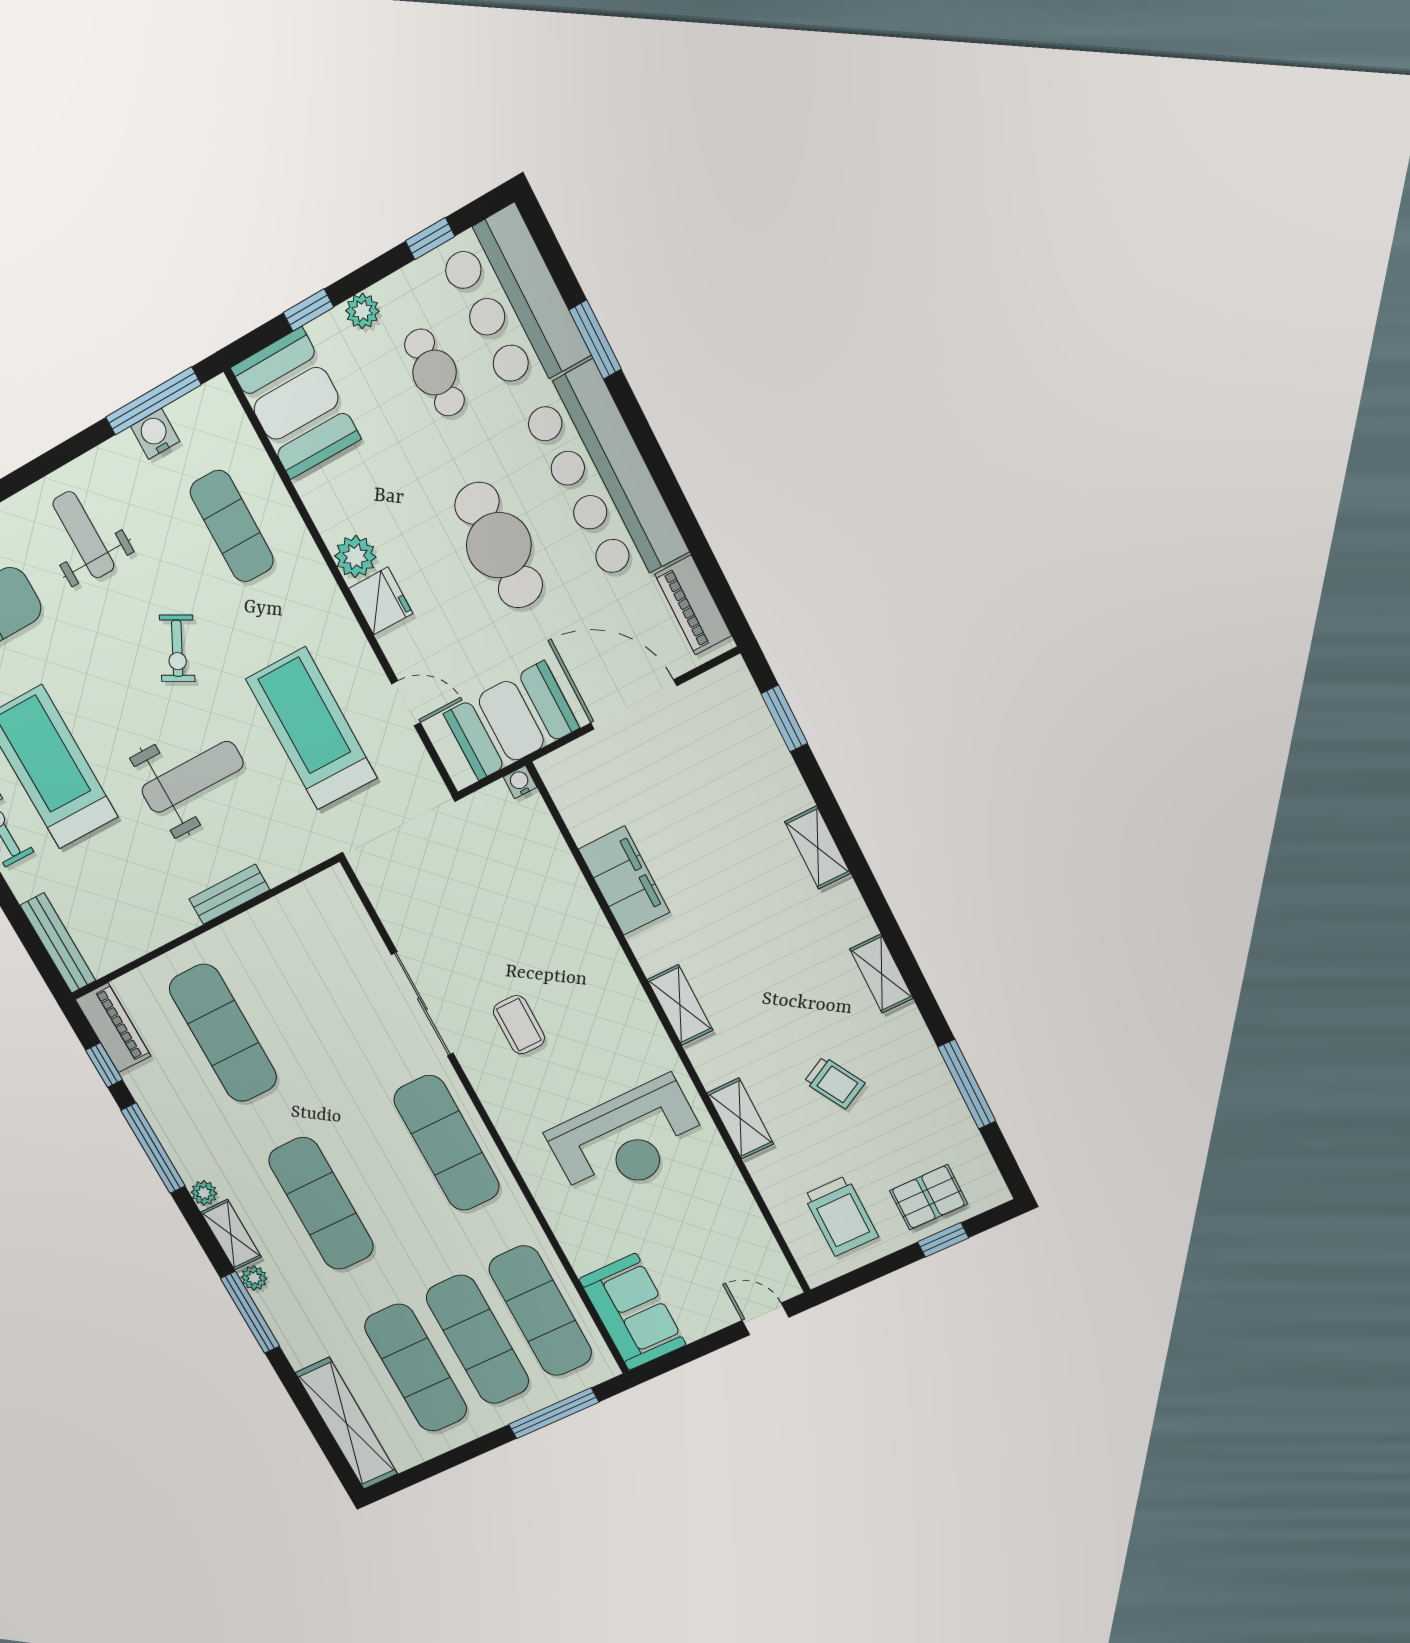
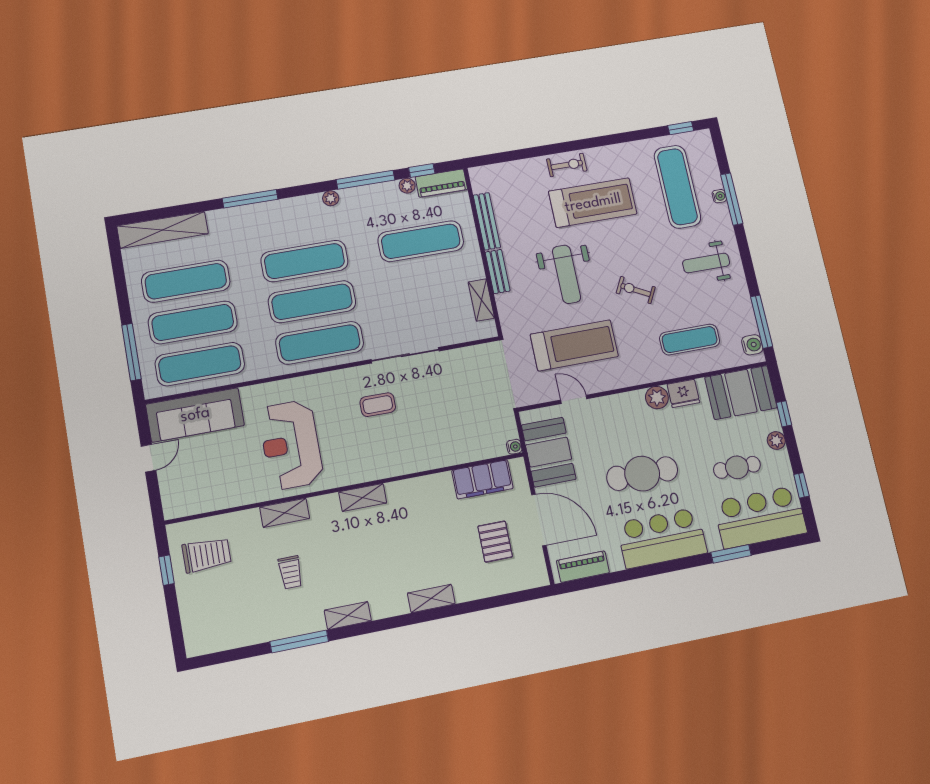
water cooler: (155, 434) -> (752, 345), moved
bar counter: (603, 477) -> (662, 538), width x0.73
weight bench: (84, 535) -> (706, 263), turned 180
fridge: (381, 601) -> (683, 393), moved
door: (406, 703) -> (574, 399), swing flipped
door: (634, 705) -> (539, 520), hinge flipped
window: (784, 719) -> (508, 599), removed
filing cabinet: (624, 881) -> (482, 479), moved
bench: (58, 943) -> (487, 221), moved, turned 90
trolley: (834, 1083) -> (290, 572), turned -61
window: (967, 1084) -> (299, 641), moved
exercise mat: (383, 1174) -> (312, 302), added
pallet: (928, 1197) -> (495, 541), moved
trolley: (841, 1216) -> (207, 555), turned 180
shelving: (231, 1235) -> (481, 300), moved, turned 90
window: (943, 1240) -> (166, 570), moved
plant: (254, 1278) -> (407, 186), moved
sofa: (632, 1312) -> (195, 415), width x1.36
door: (765, 1319) -> (148, 458), moved

